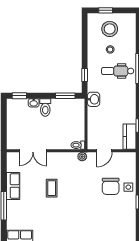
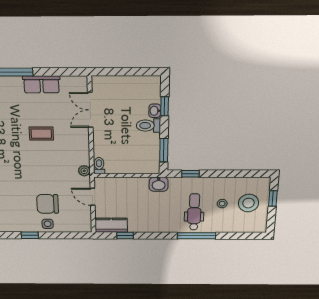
window: (19, 96) -> (165, 106), moved

